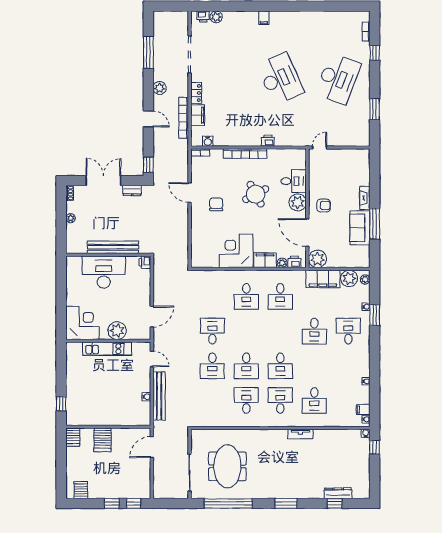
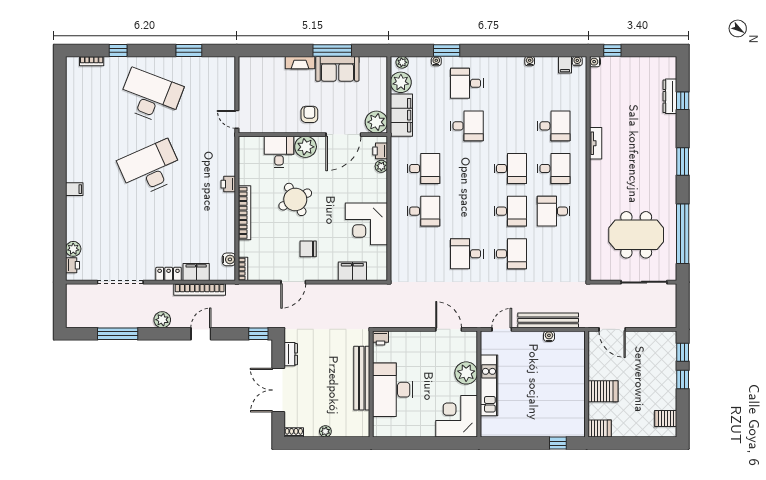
filing cabinet: (265, 260) -> (352, 271), moved, turned 90
desk: (280, 400) -> (554, 168), turned 180

